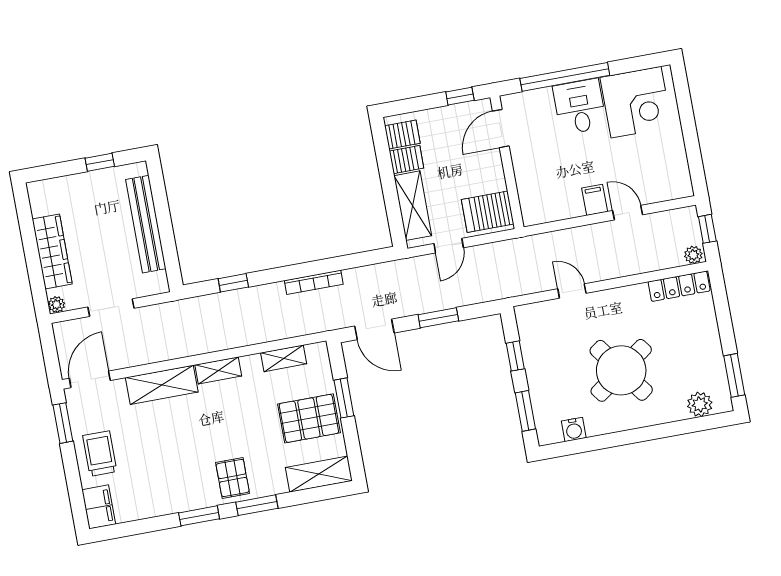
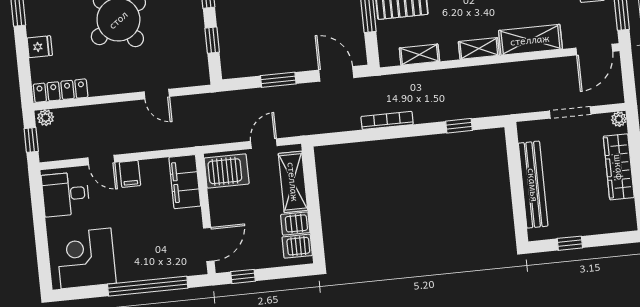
desk: (580, 107) -> (66, 194), moved, turned 90
filing cabinet: (533, 196) -> (185, 182), added
fridge: (706, 333) -> (40, 47), added

